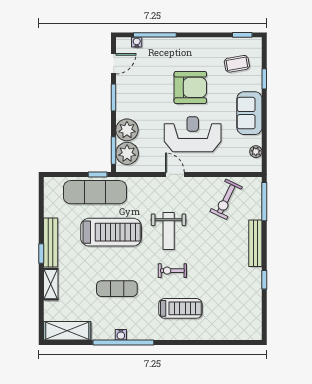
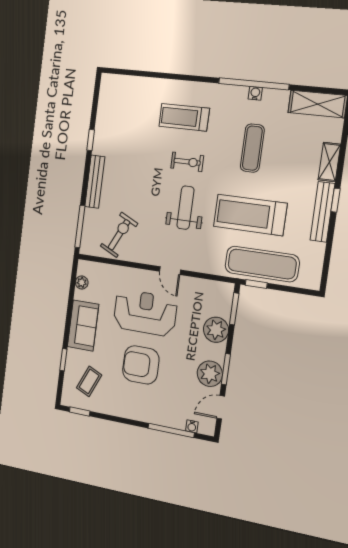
coffee table: (237, 64) -> (89, 381), turned -56
reception desk: (193, 134) -> (145, 313), turned 180
plant: (127, 153) -> (210, 374), moved
exercise mat: (117, 289) -> (252, 148), turned 90

